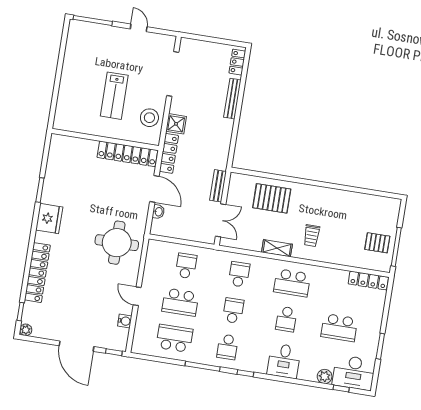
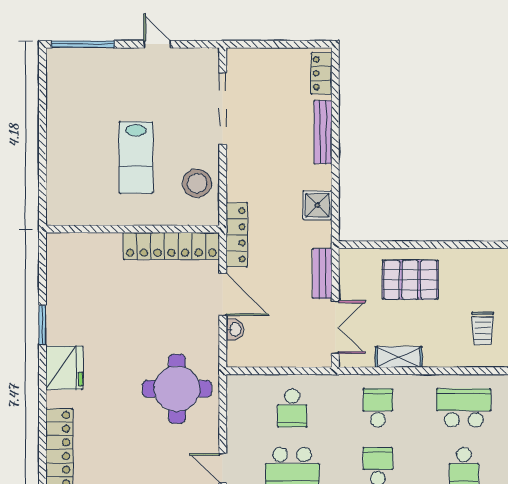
shower: (176, 124) -> (317, 205), moved
shelving: (277, 248) -> (399, 357), moved
school desk: (186, 266) -> (292, 408), turned 180
school desk: (292, 283) -> (464, 408), turned 180

